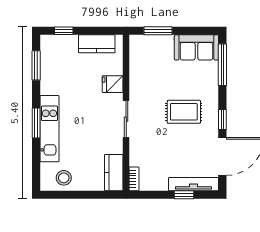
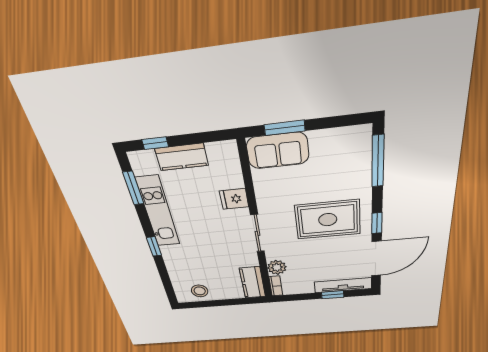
kitchen counter: (97, 44) -> (182, 157), moved
sofa: (196, 47) -> (278, 151), moved
rug: (184, 112) -> (328, 220), width x1.36, depth x1.43
window: (36, 123) -> (154, 246), width x0.67
kitchen unit: (49, 129) -> (158, 212), moved
plant: (138, 157) -> (277, 267), added

